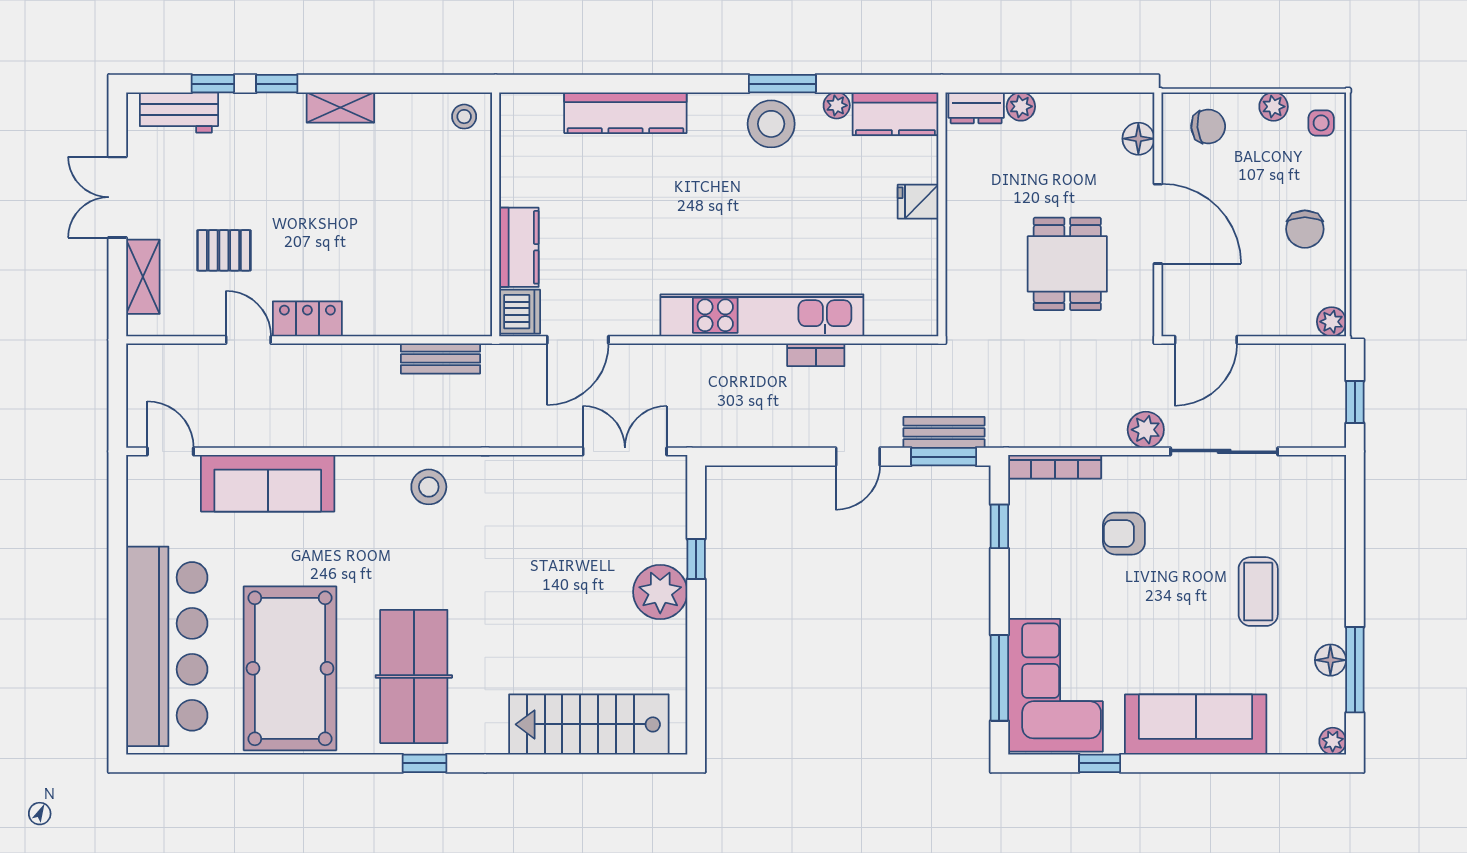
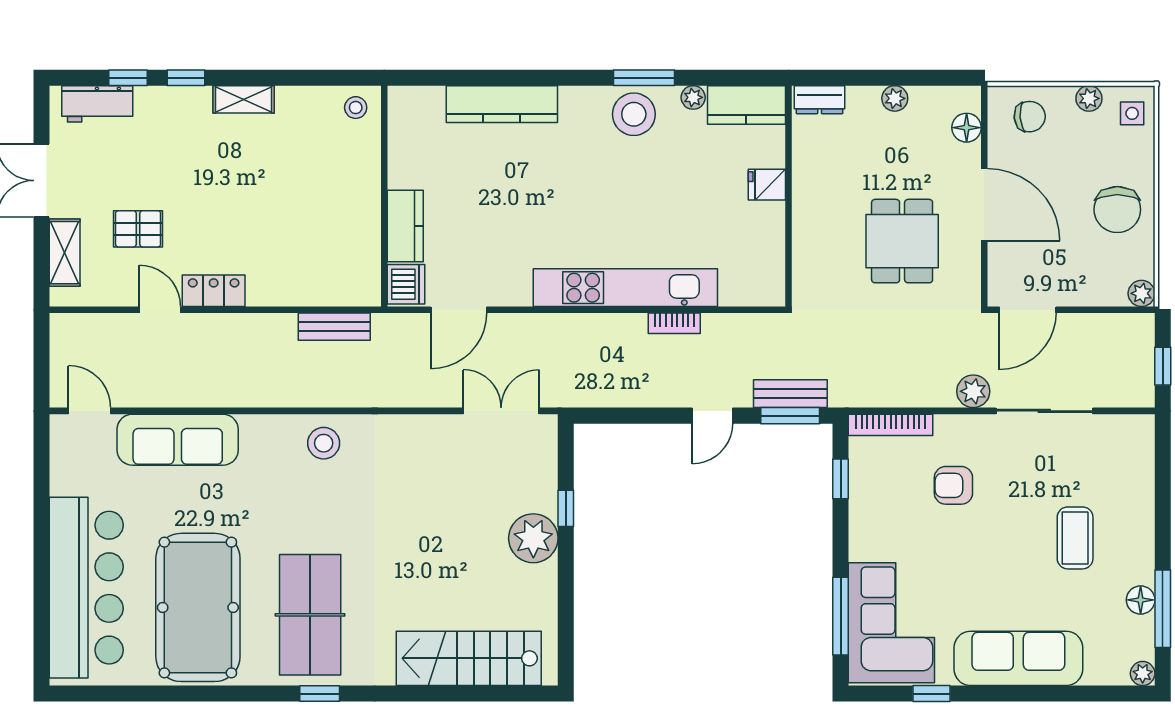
plant: (1021, 106) -> (895, 98), moved
chair: (1305, 229) -> (1117, 210), width x1.37, depth x1.37

